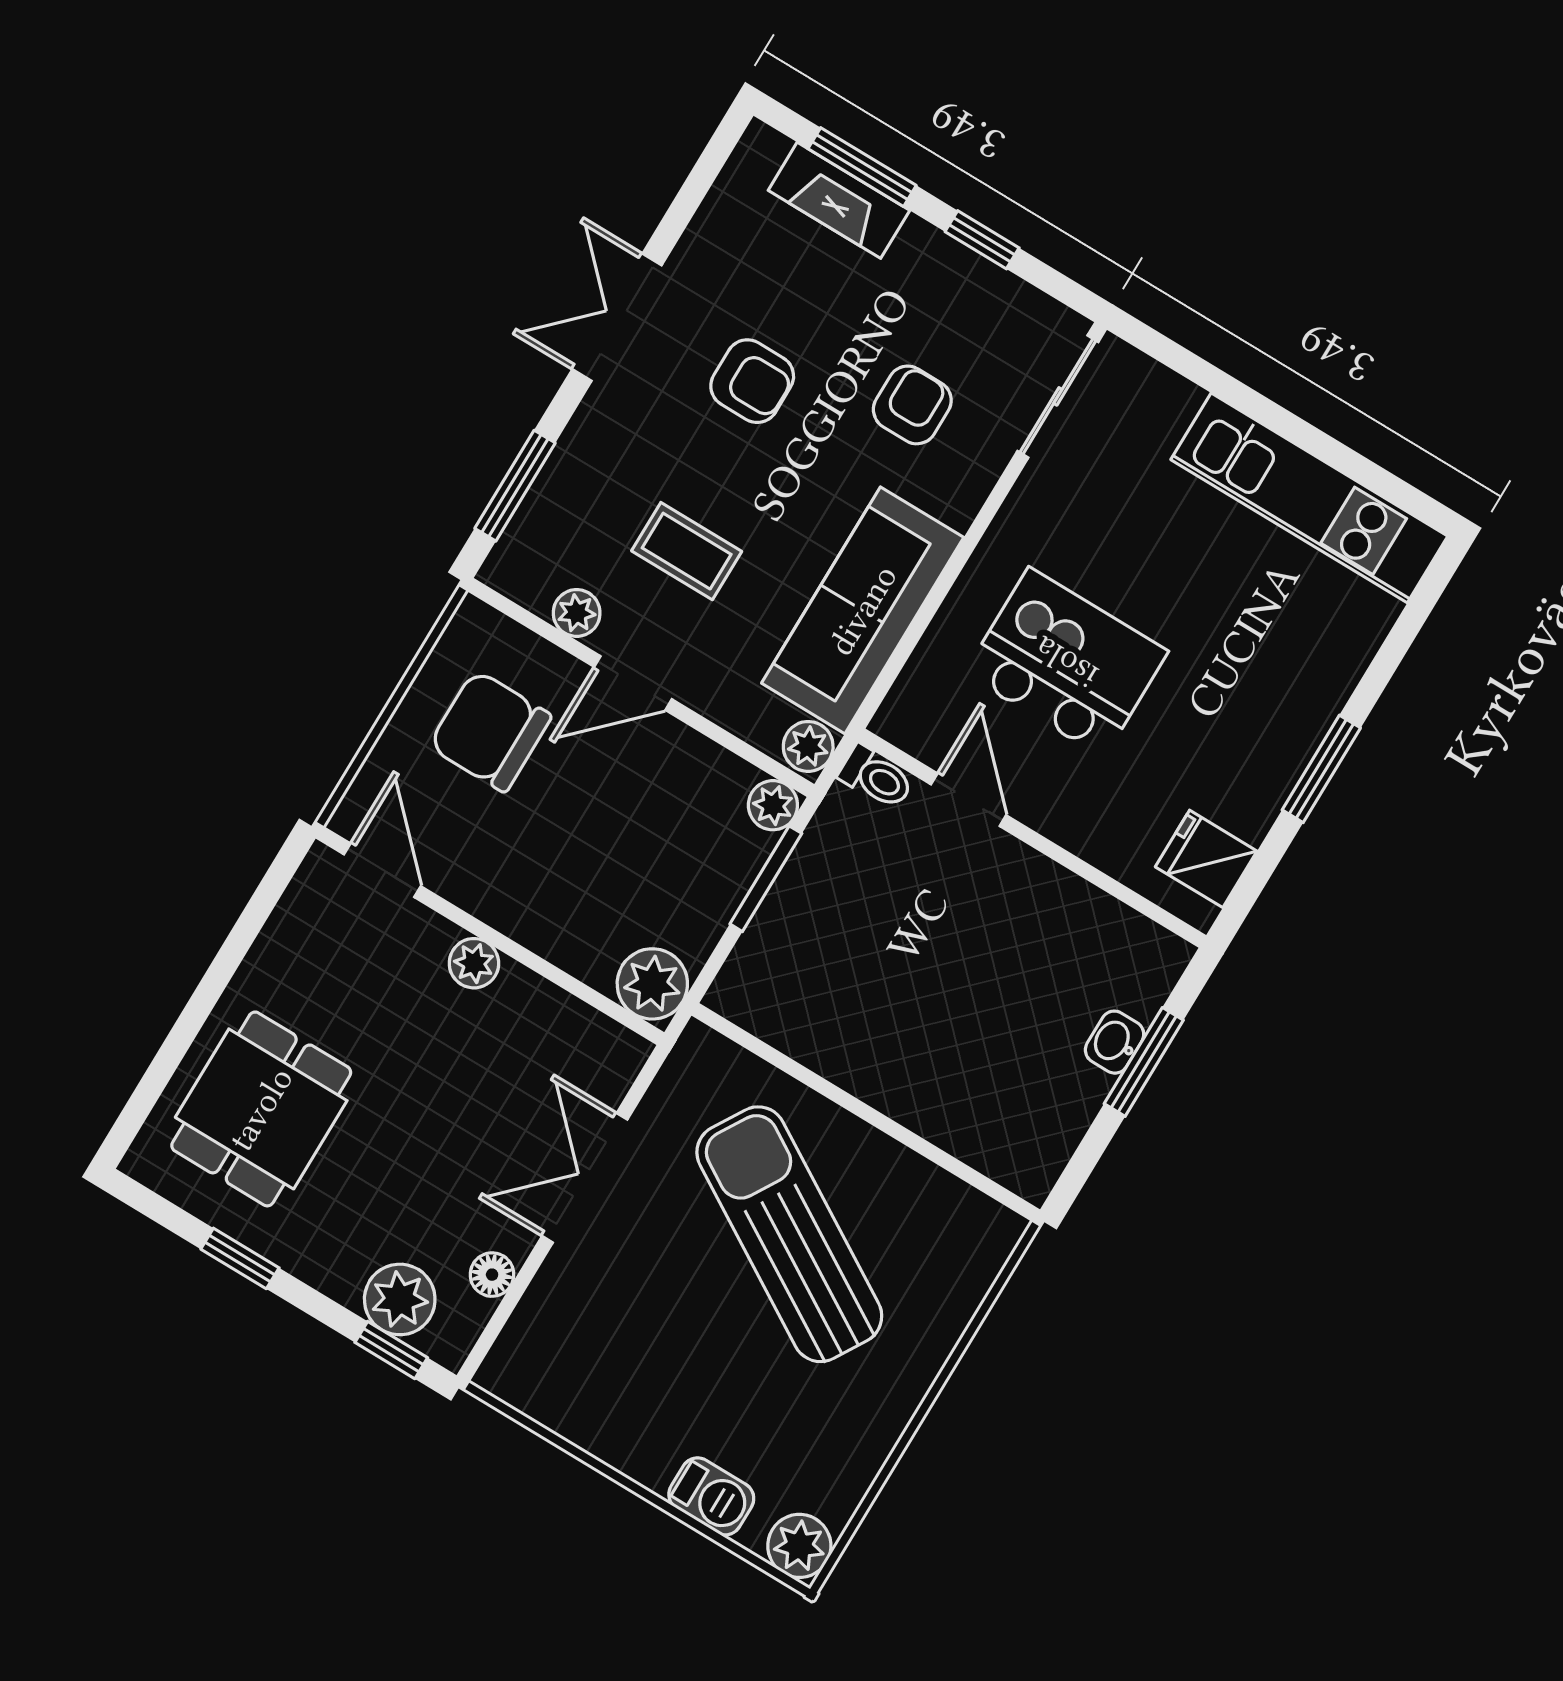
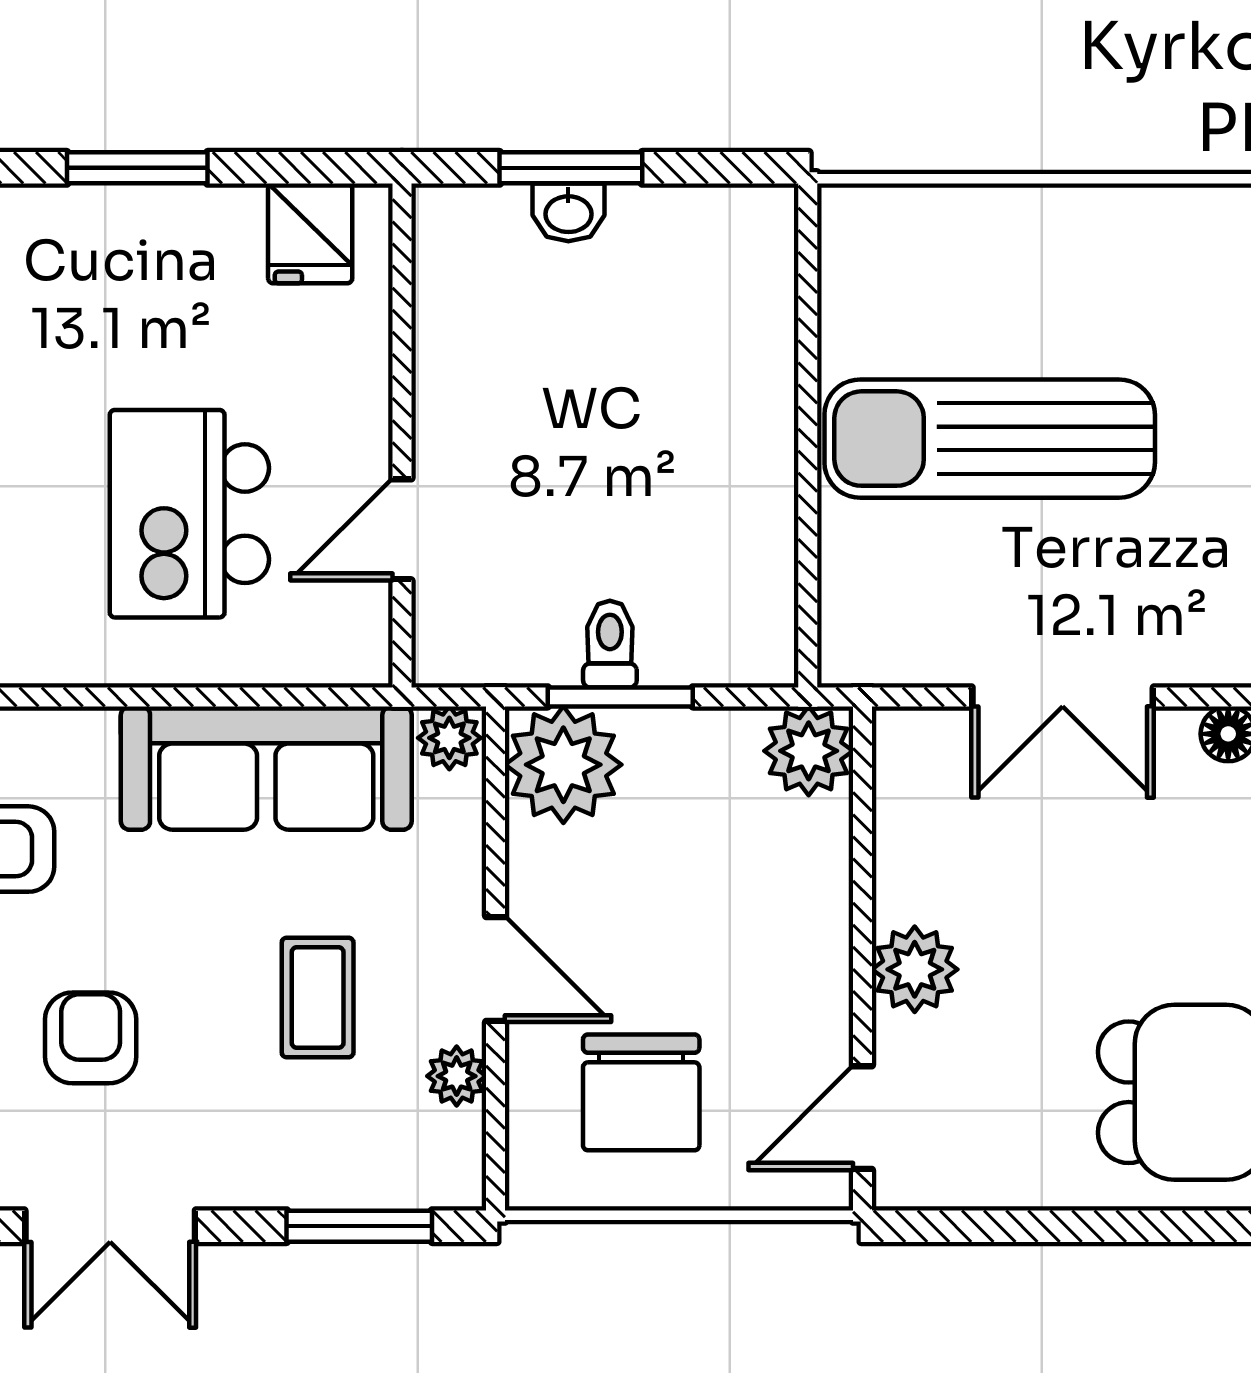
toilet: (876, 777) -> (610, 644), moved
plant: (773, 805) -> (563, 765), width x1.87, depth x1.87
plant: (474, 963) -> (915, 969), width x1.38, depth x1.38
sun lounger: (789, 1234) -> (990, 439), turned 59

